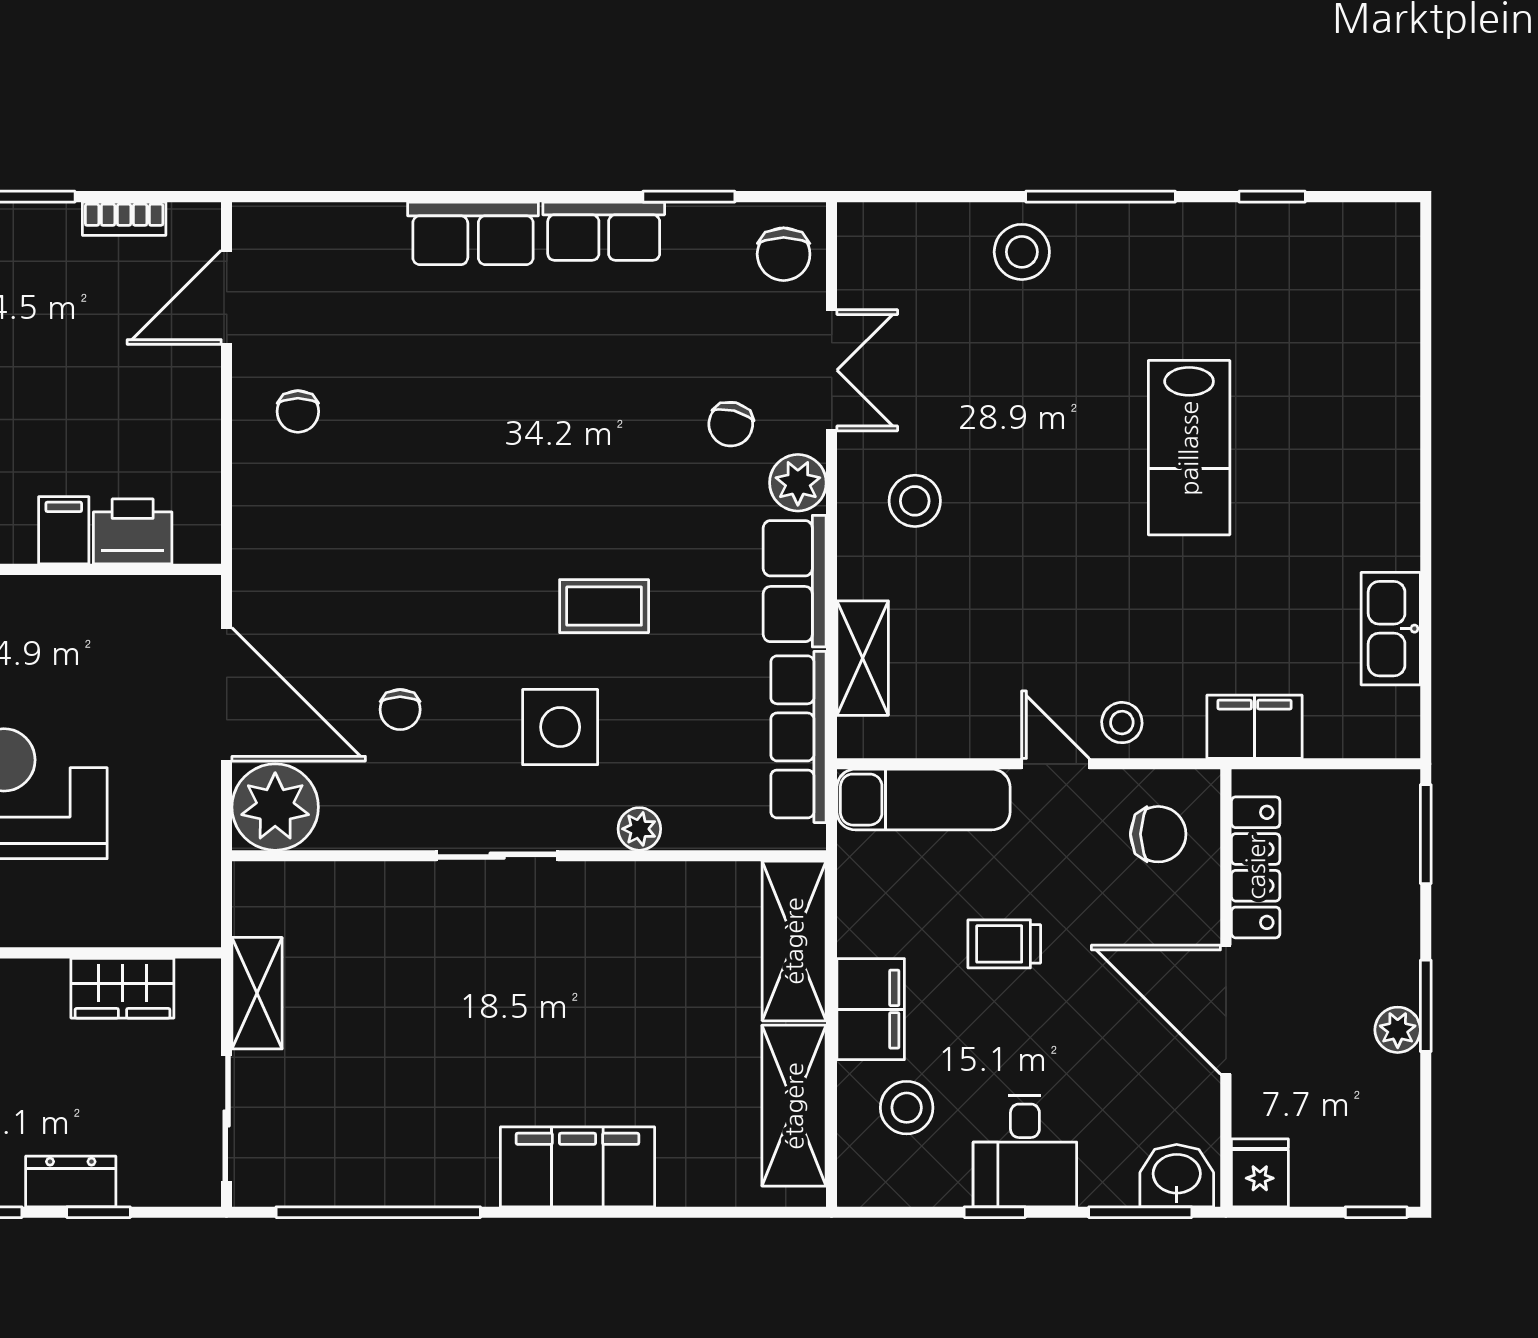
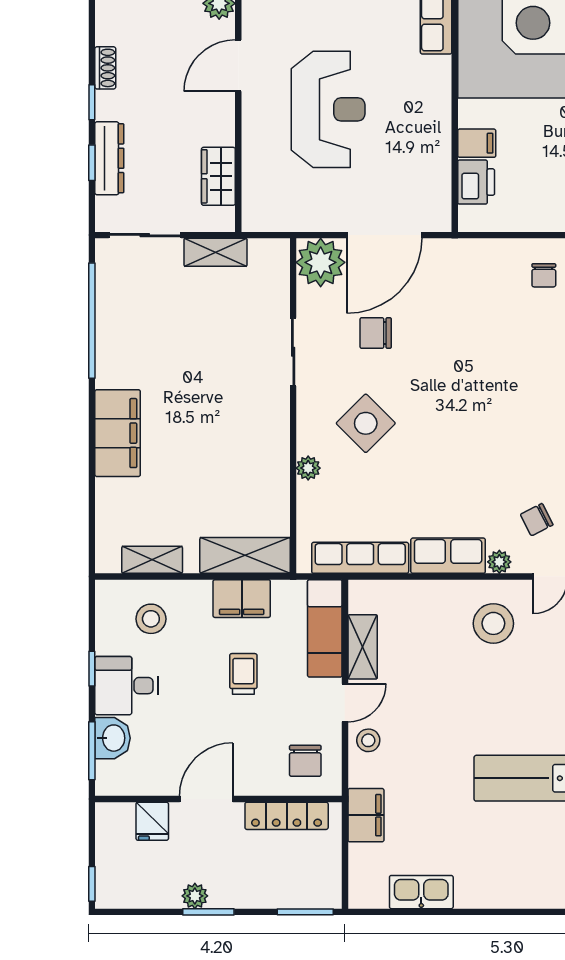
chair: (298, 411) -> (544, 275), turned -90
chair: (731, 424) -> (537, 520), turned -41
plant: (798, 483) -> (499, 562), width x0.73, depth x0.73
stool: (915, 501) -> (493, 623), width x1.38, depth x1.38
coffee table: (604, 606) -> (434, 448), removed
shelving: (863, 658) -> (363, 647), moved, turned 90
chair: (400, 710) -> (376, 333), width x1.37, depth x1.37
side table: (560, 727) -> (366, 423), turned 45
sliding door: (497, 856) -> (293, 352), moved
filing cabinet: (871, 1009) -> (242, 599), moved
door: (1226, 1010) -> (206, 799), width x0.73
shelving: (794, 1106) -> (152, 560), width x0.67, depth x0.75
fridge: (1260, 1173) -> (152, 821), moved, turned 90
washbasin: (1177, 1176) -> (113, 738), moved
dresser: (71, 1181) -> (109, 158), width x1.44

